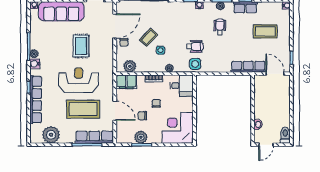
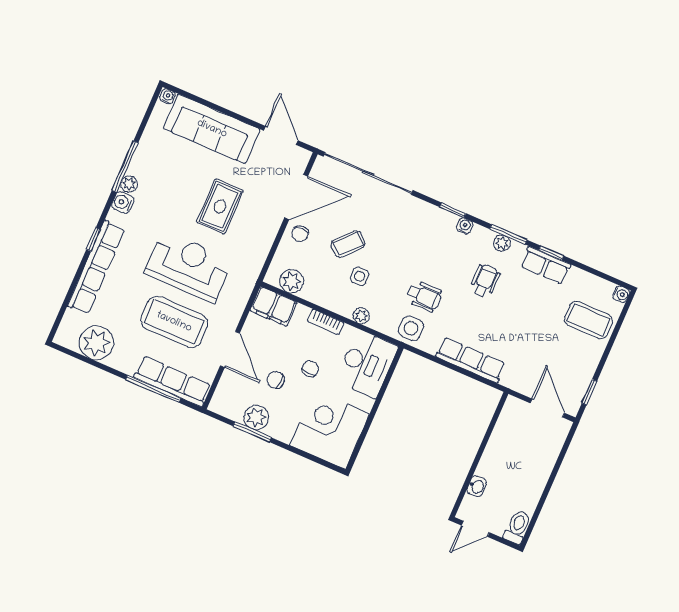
coffee table: (265, 31) -> (588, 320), moved
row of seats: (248, 67) -> (471, 360), moved
desk: (182, 86) -> (367, 364), width x1.37

